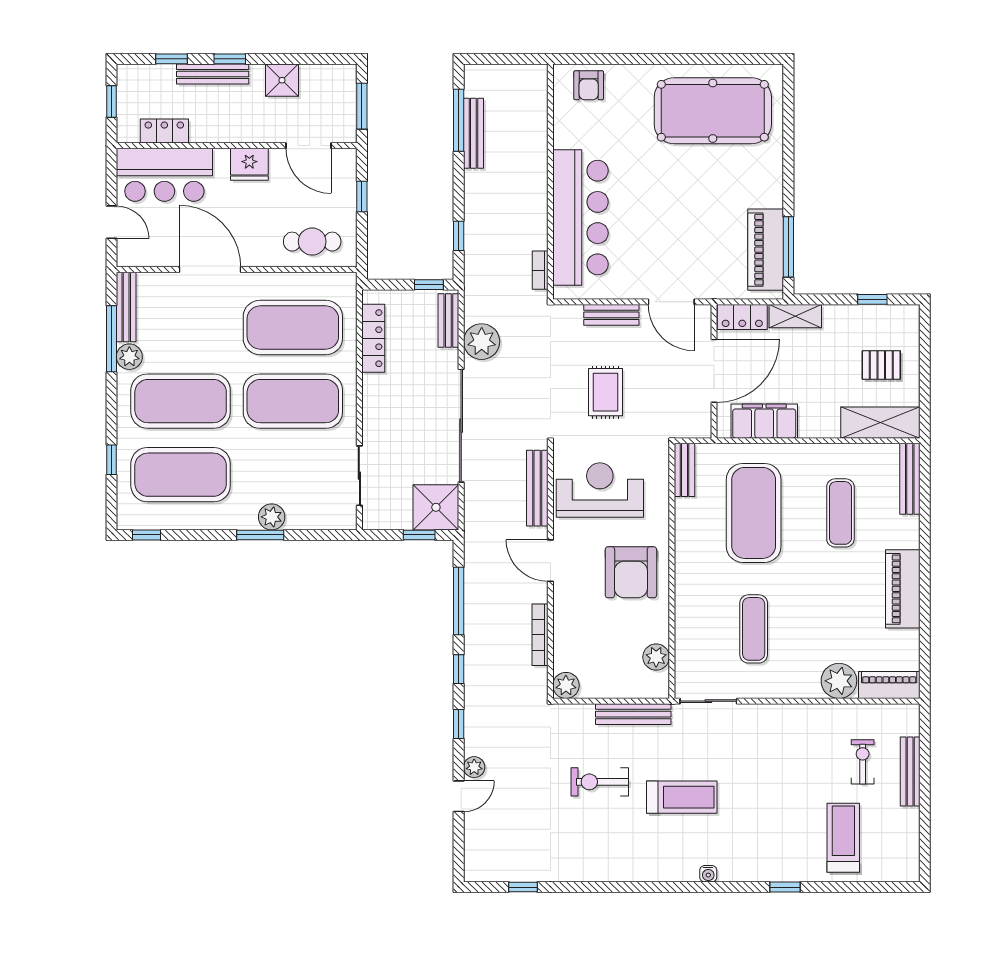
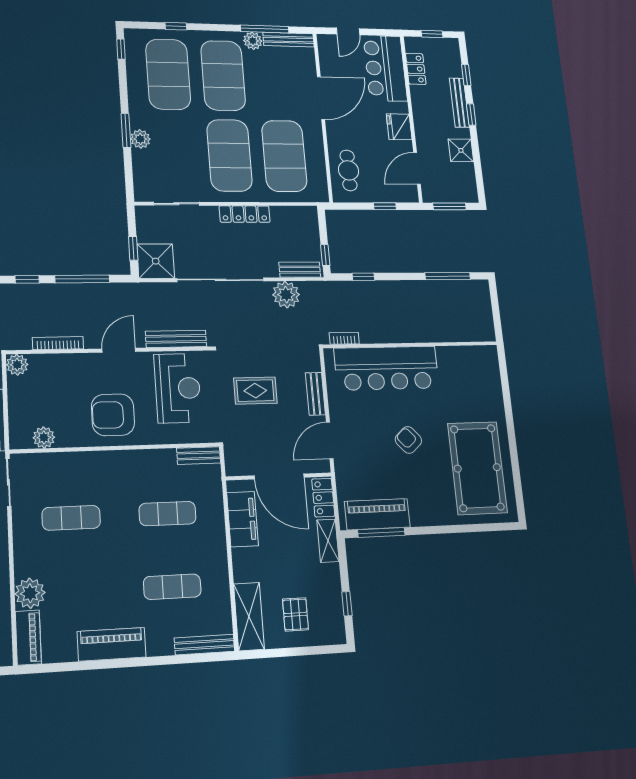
armchair: (589, 85) -> (408, 440), moved, turned 48
bench: (473, 133) -> (440, 287), removed
locker: (373, 338) -> (245, 214), moved
exercise mat: (754, 513) -> (168, 514), width x0.50, depth x0.69

